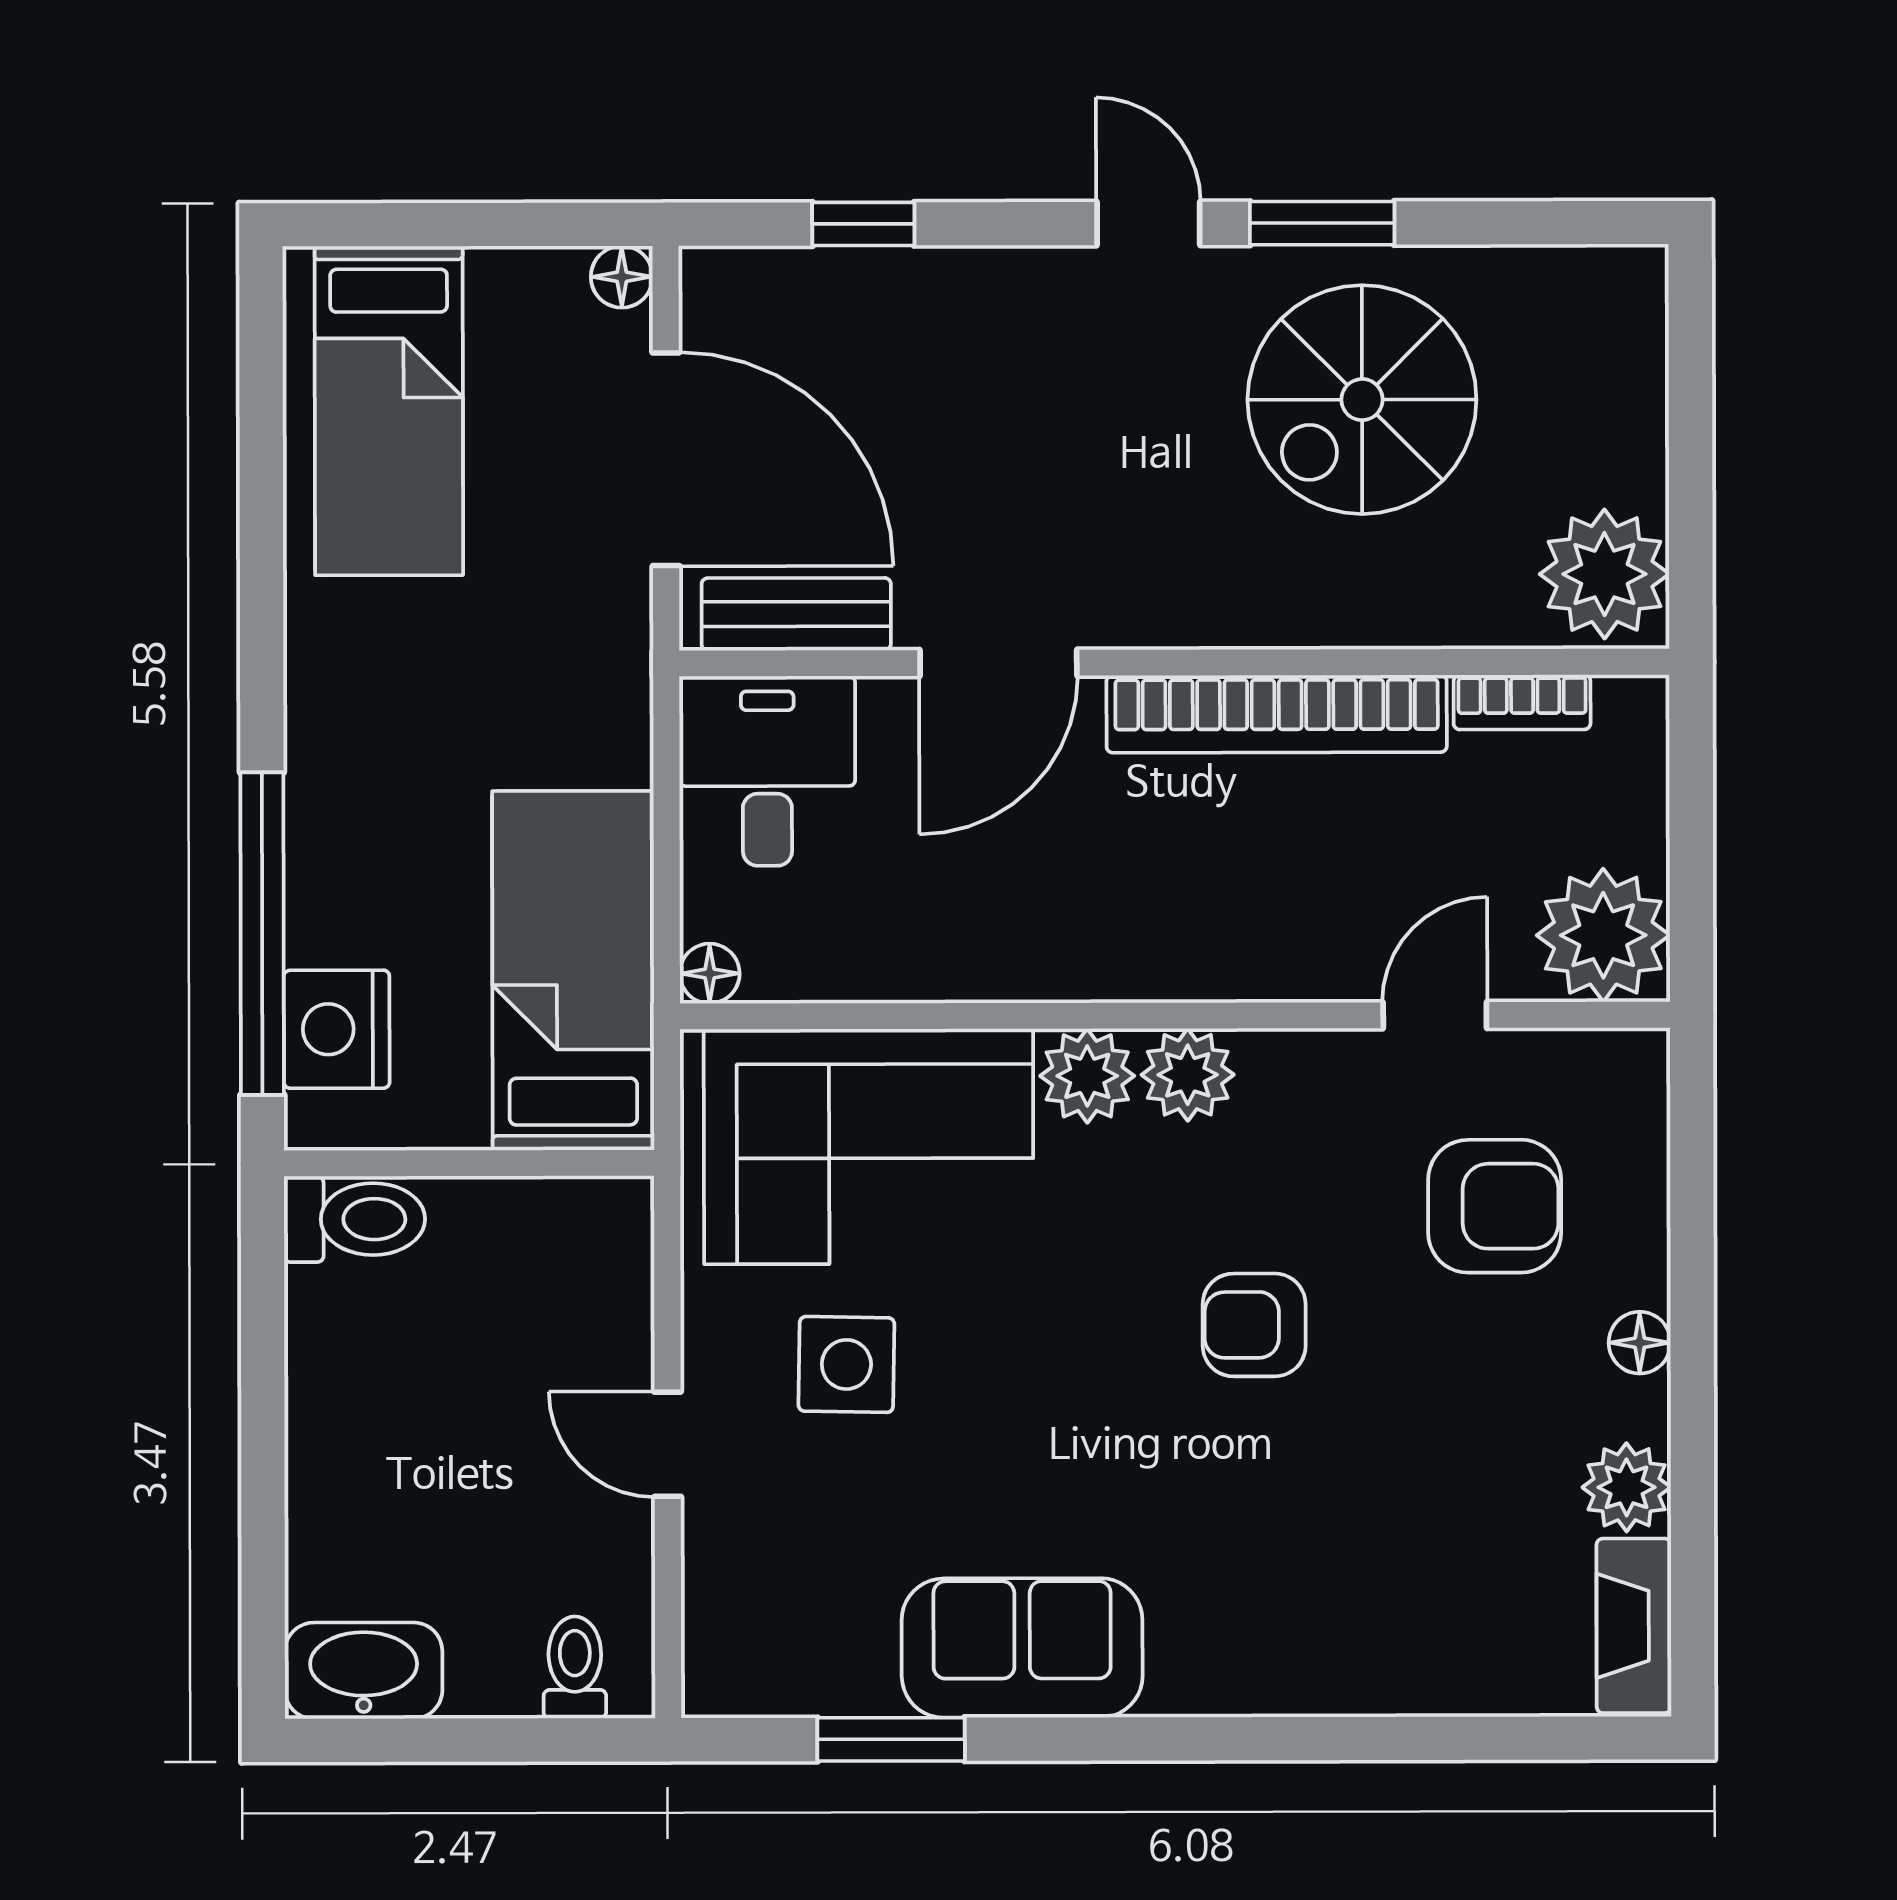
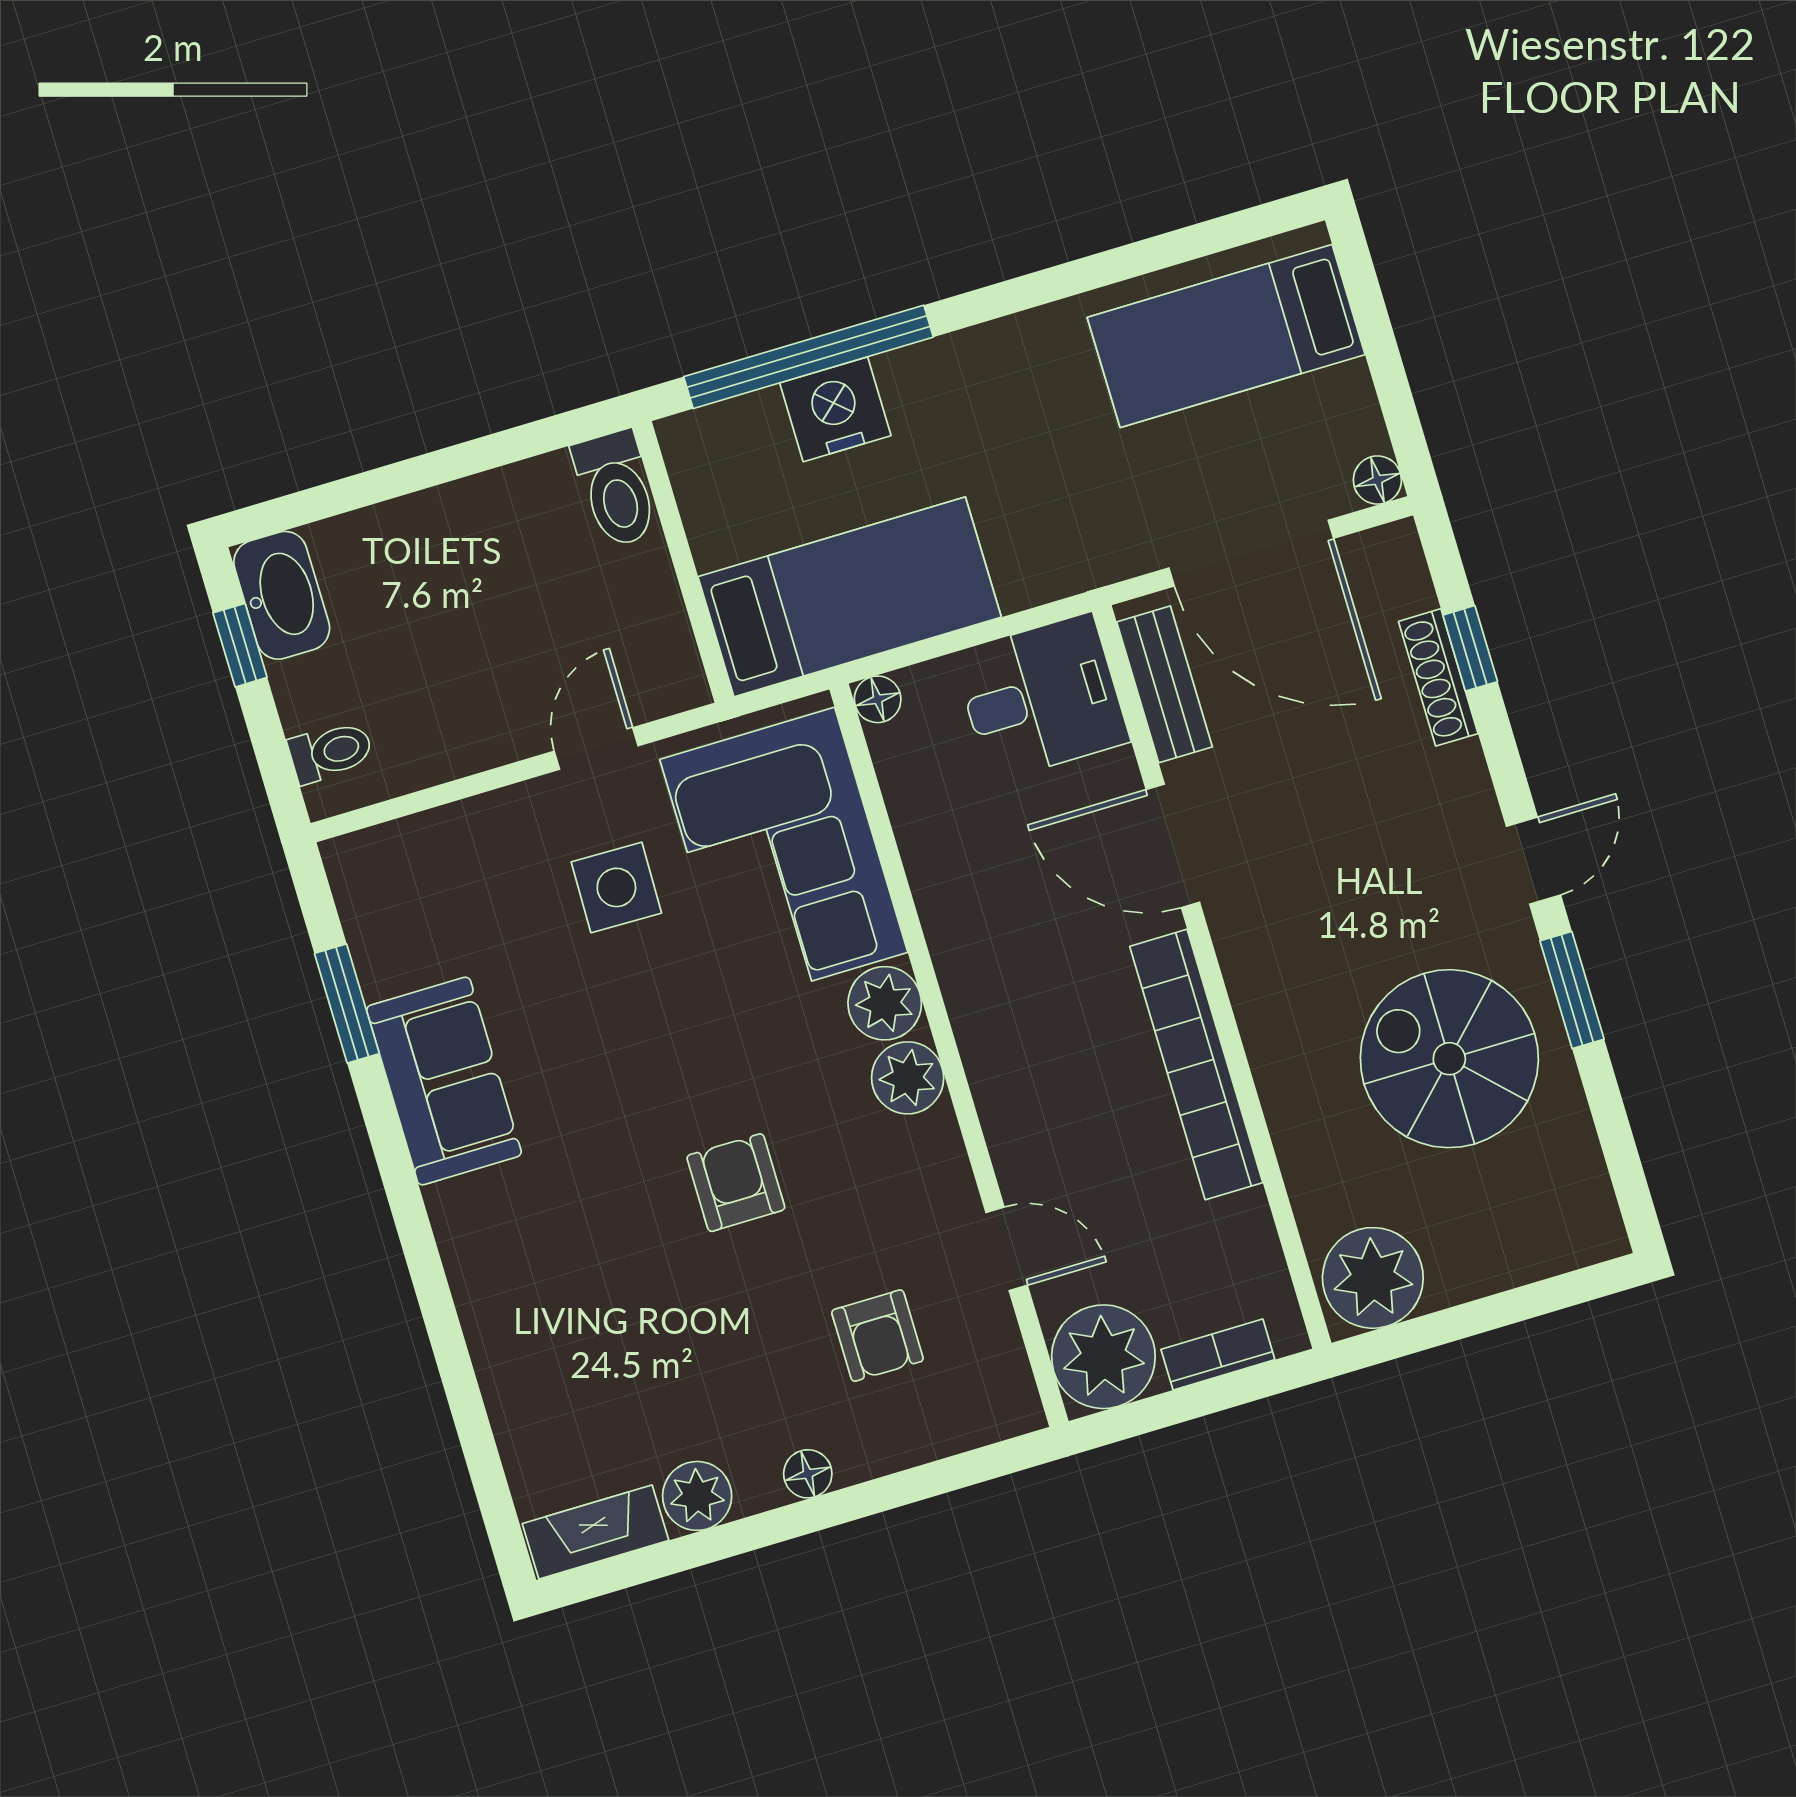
shoe rack: (888, 274) -> (1438, 677), added
door: (666, 459) -> (1251, 553), hinge flipped
bookcase: (1522, 702) -> (1218, 1354), moved, turned 90
nightstand: (337, 1029) -> (835, 409), moved
armchair: (1495, 1206) -> (877, 1336), width x0.72, depth x0.72
door: (668, 1444) -> (596, 748), moved
window: (410, 1740) -> (240, 645), added

